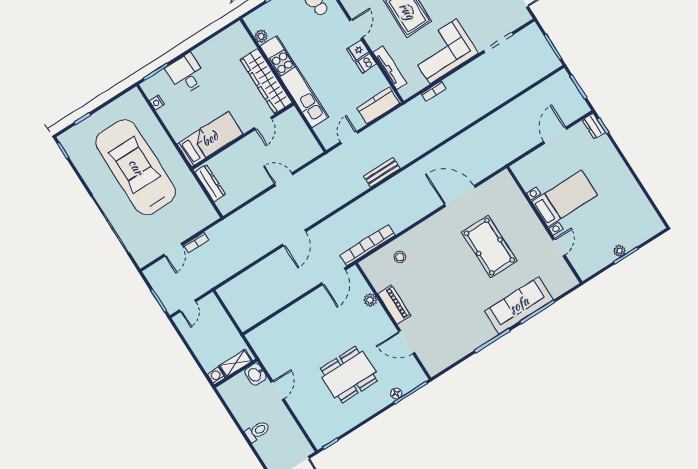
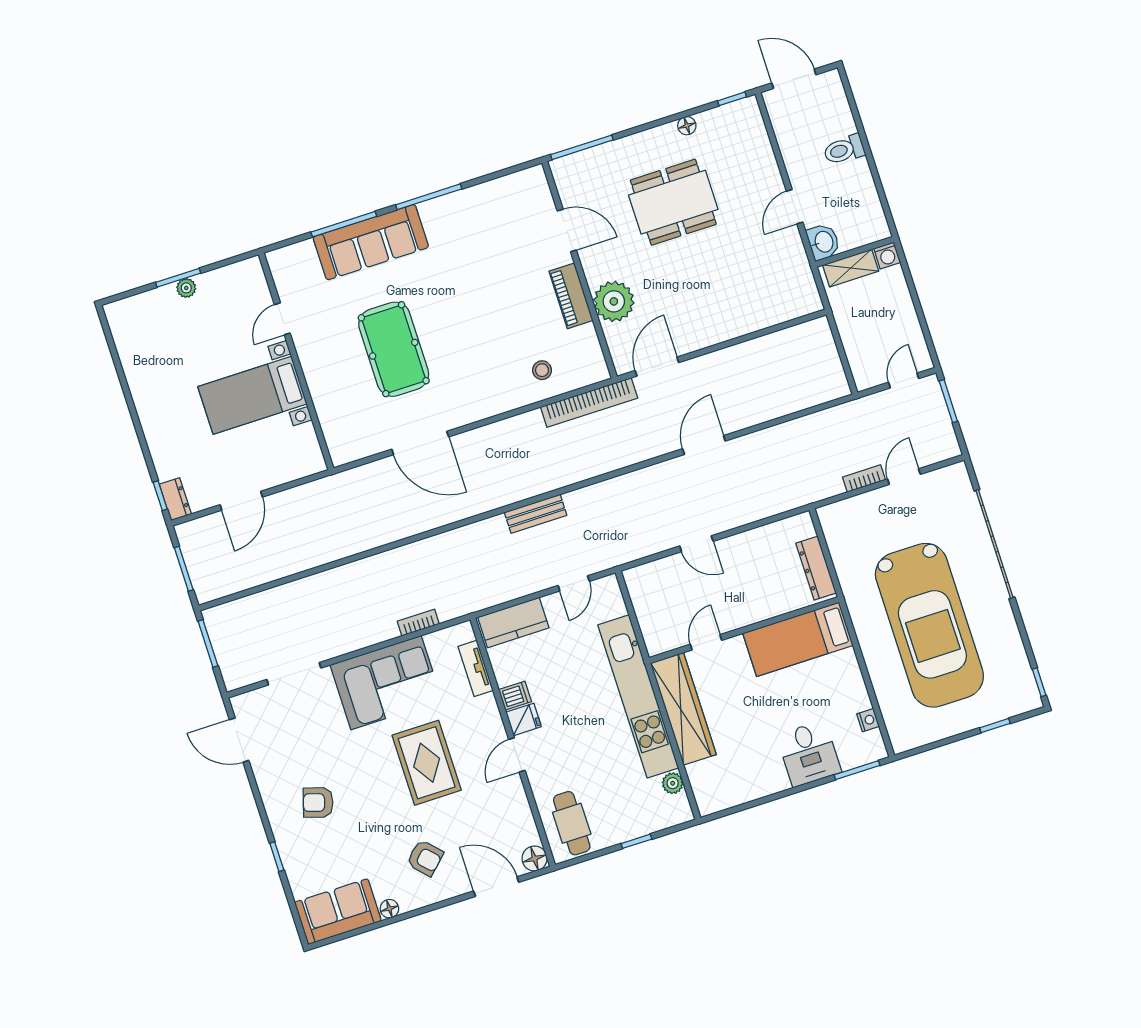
tv unit: (390, 68) -> (476, 668), width x0.71
plant: (370, 300) -> (614, 301), width x1.88, depth x1.88
floor lamp: (396, 393) -> (687, 126), moved

